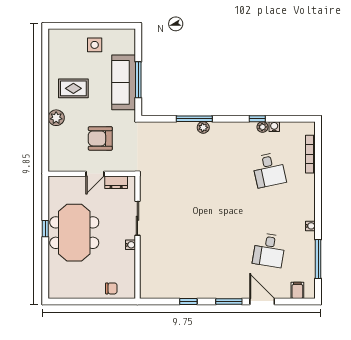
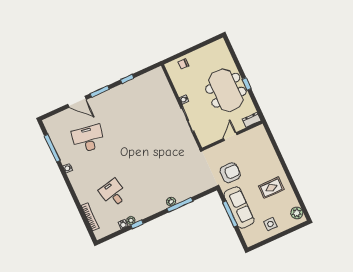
plant: (56, 118) -> (297, 213), moved
armchair: (100, 138) -> (230, 173), moved
dresser: (116, 182) -> (252, 120), moved
desk: (269, 250) -> (88, 139), width x1.37
filing cabinet: (297, 290) -> (57, 120), removed

